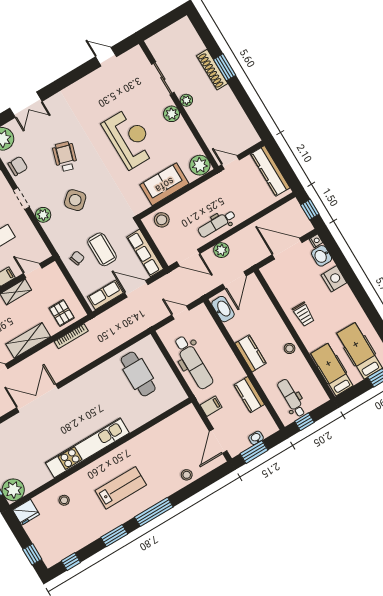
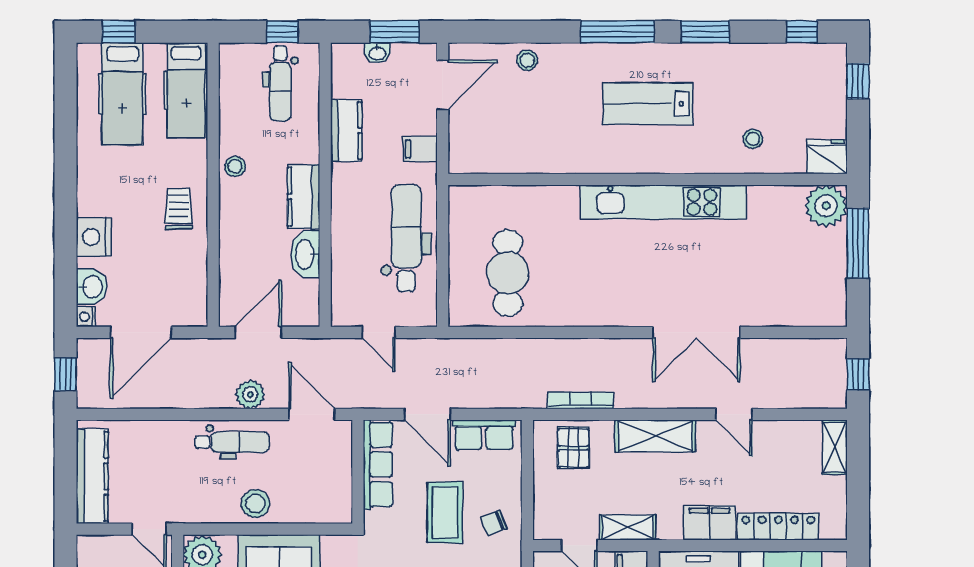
stool: (162, 220) -> (255, 504), moved
door: (287, 249) -> (141, 332), hinge flipped
washbasin: (223, 309) -> (305, 254), moved

